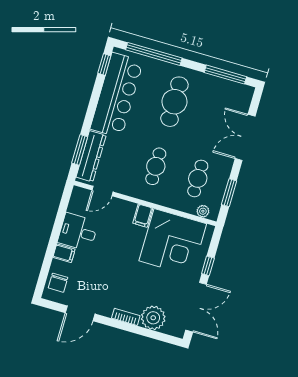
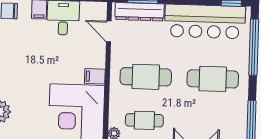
cafe table: (156, 166) -> (146, 77), width x1.37, depth x1.35

